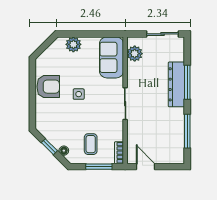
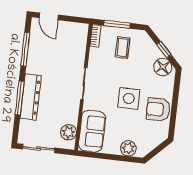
side table: (79, 94) -> (129, 99), width x1.87, depth x1.87
floor lamp: (64, 151) -> (163, 67), moved, width x1.89, depth x1.89
door: (146, 167) -> (49, 16), moved

